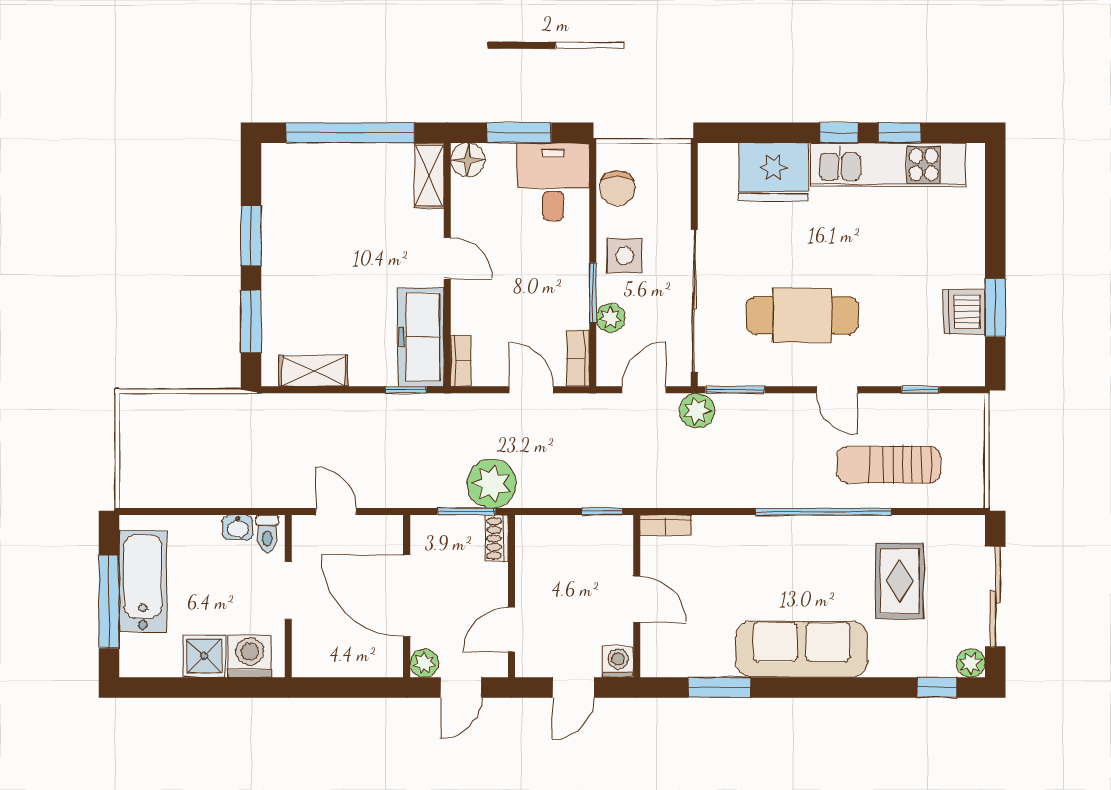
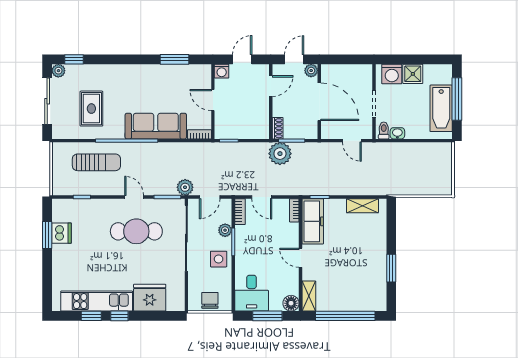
chair: (617, 188) -> (210, 300), moved
window: (251, 321) -> (391, 229), removed
door: (837, 390) -> (134, 197), moved
sofa: (802, 649) -> (156, 126), moved, turned 180

